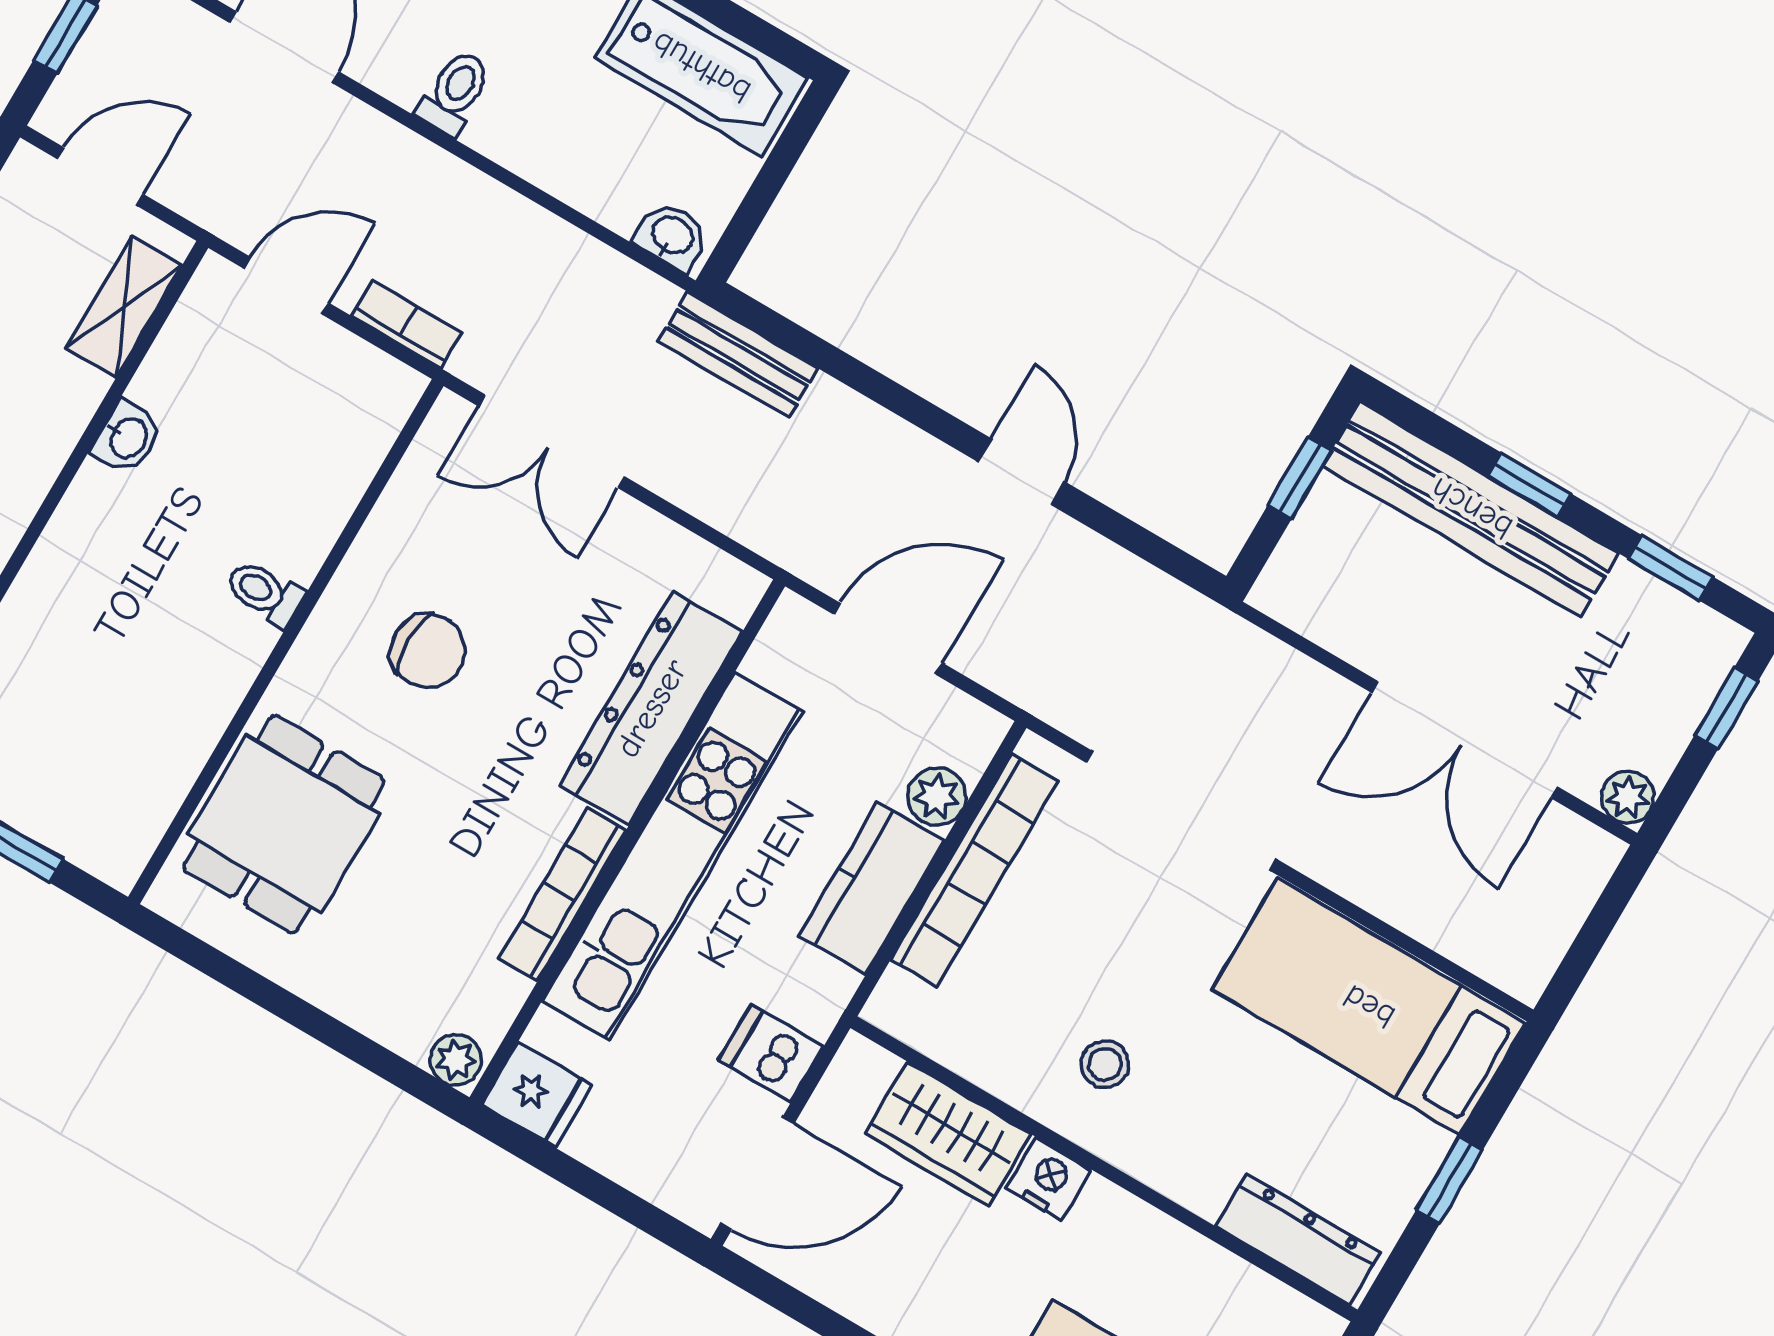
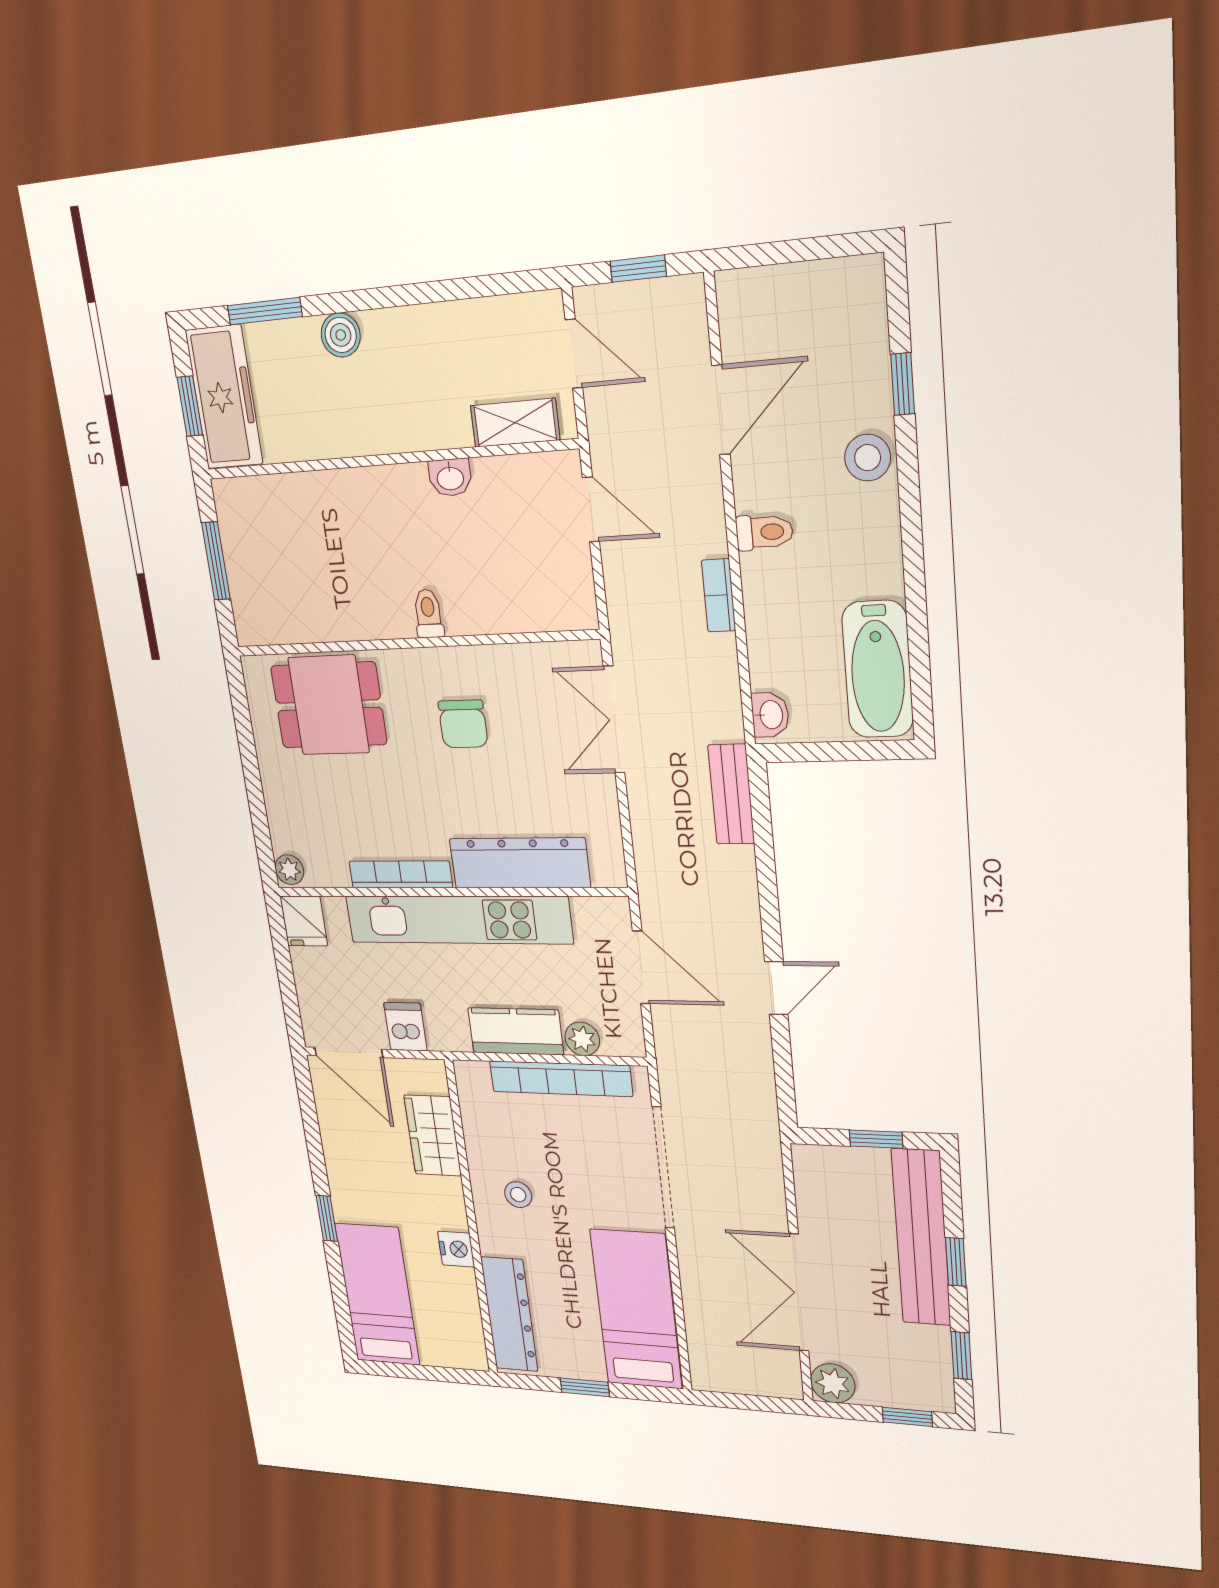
bookcase: (407, 324) -> (719, 595), moved, turned 180
plant: (1628, 797) -> (833, 1383), width x1.38, depth x1.38
nightstand: (1049, 1179) -> (456, 1249), moved
dresser: (1298, 1239) -> (509, 1314), width x1.37, depth x1.24

